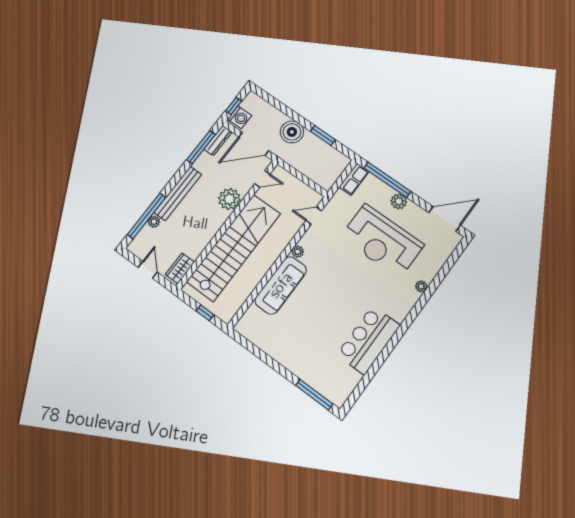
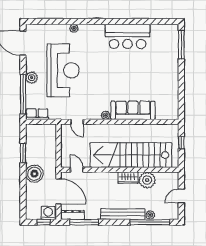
plant: (229, 199) -> (147, 180), moved
wardrobe: (180, 268) -> (128, 178), moved

